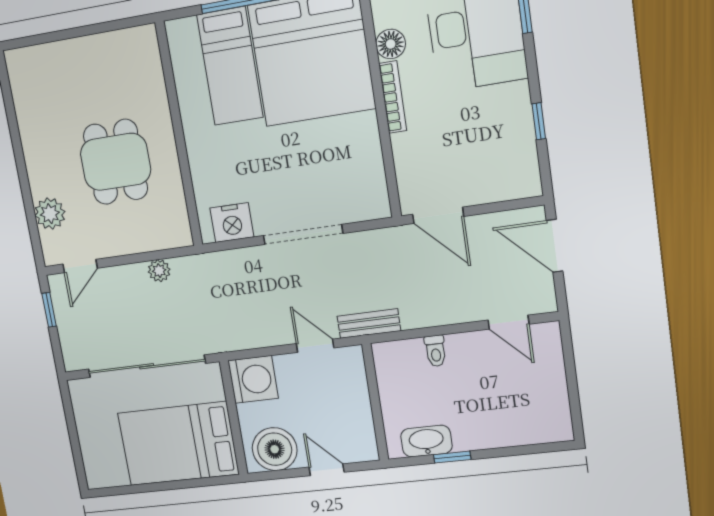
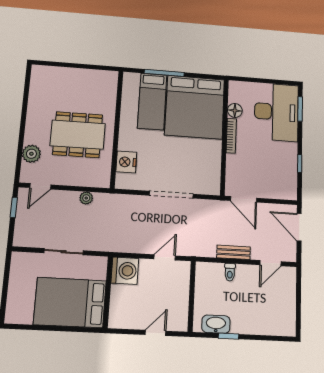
dining table: (116, 162) -> (78, 135), width x1.38
nightstand: (232, 223) -> (126, 162), moved, turned 90
door: (508, 322) -> (270, 263), hinge flipped
bench: (369, 323) -> (233, 252), moved
door: (315, 346) -> (165, 257), hinge flipped
sliding door: (147, 366) -> (64, 252), width x0.54
boiler: (275, 449) -> (128, 315), removed
door: (327, 470) -> (156, 333), hinge flipped

